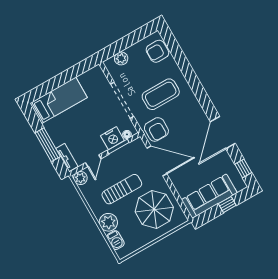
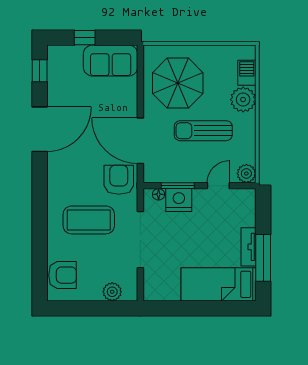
window: (48, 145) -> (263, 258), moved
tv unit: (67, 158) -> (248, 247), moved
sofa: (209, 196) -> (111, 61), width x0.73

